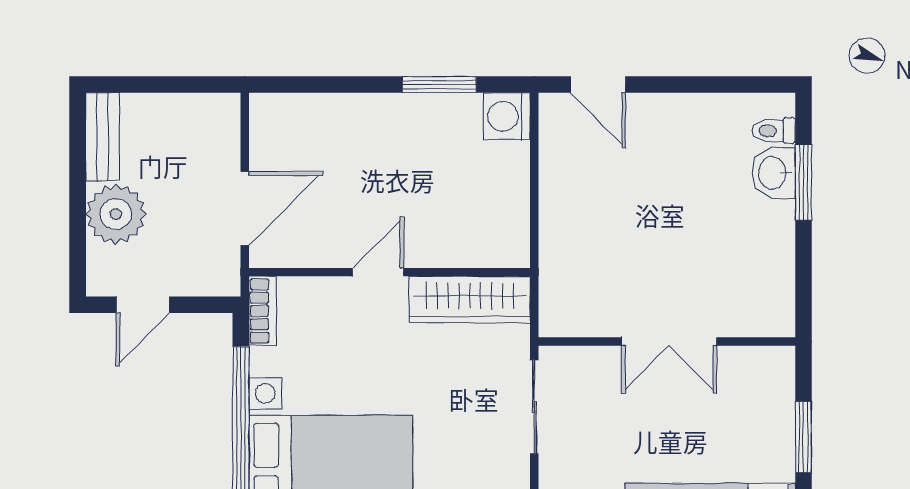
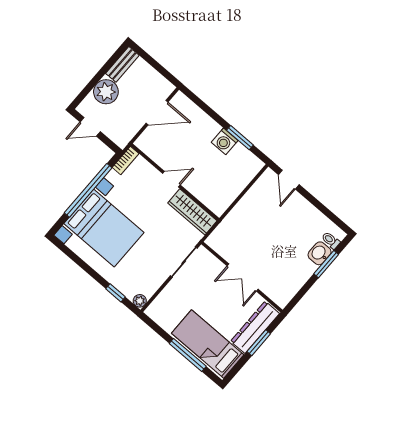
washing machine: (507, 116) -> (225, 141), moved, turned -90
door: (245, 209) -> (157, 113), moved
dresser: (772, 414) -> (255, 327), added

